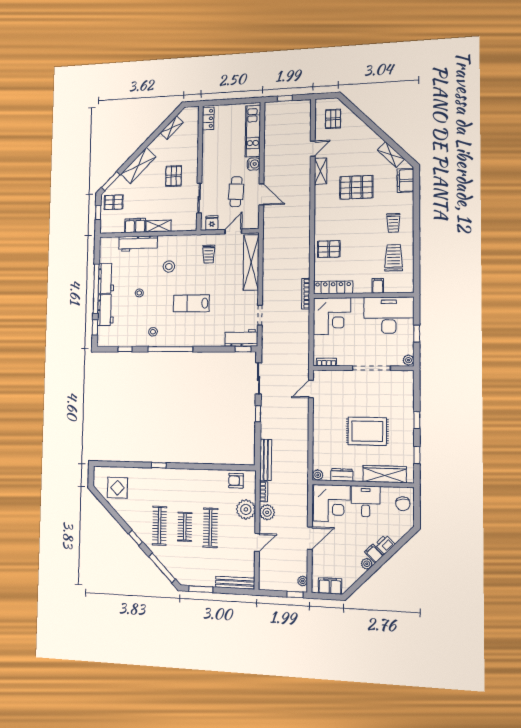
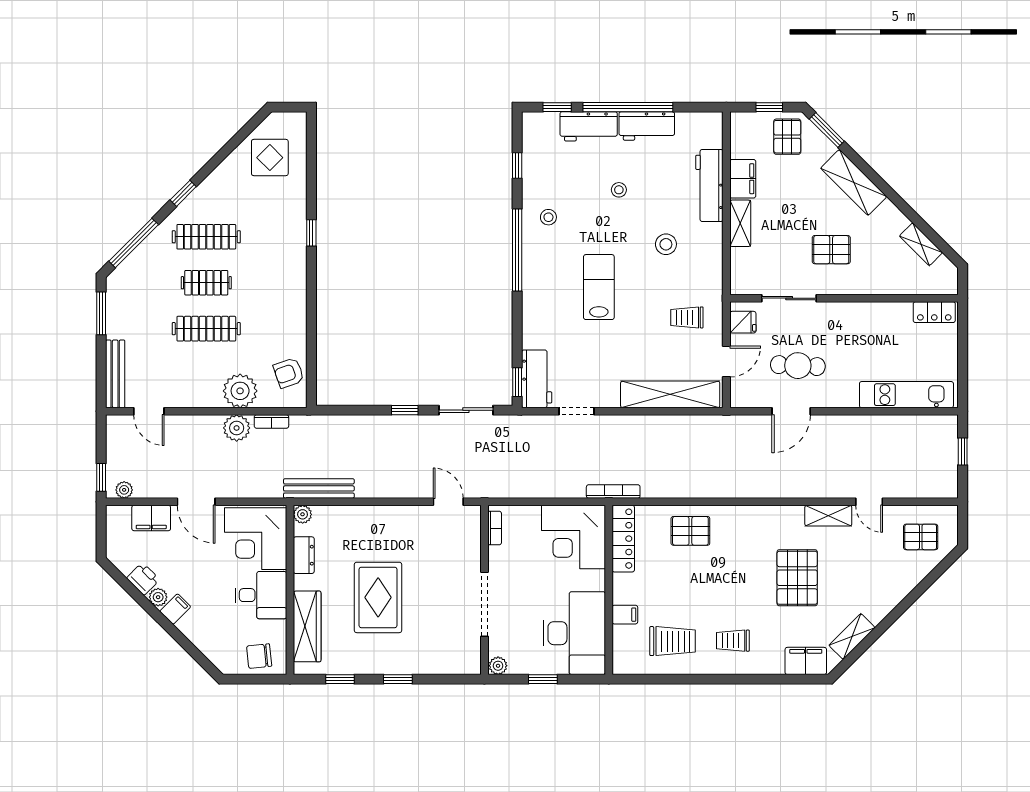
water cooler: (254, 164) -> (847, 397), removed
door: (233, 231) -> (726, 362), hinge flipped
pallet: (329, 249) -> (690, 531), turned 90
bench: (266, 460) -> (319, 488), moved
armchair: (236, 481) -> (289, 373), turned -109
door: (257, 542) -> (149, 411), moved
printer: (385, 544) -> (143, 579), moved
filing cabinet: (330, 586) -> (151, 518), moved, turned 90

